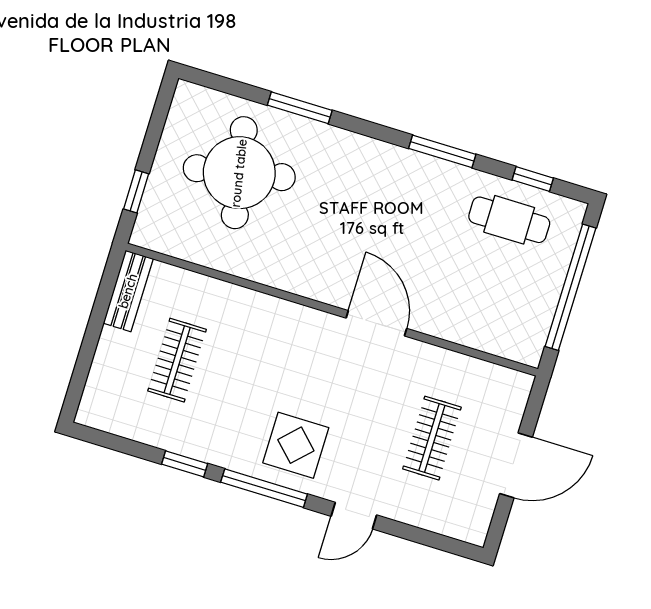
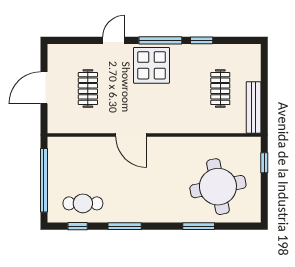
bench: (128, 291) -> (254, 107), width x1.36
display table: (296, 445) -> (152, 65), width x1.36, depth x1.36

